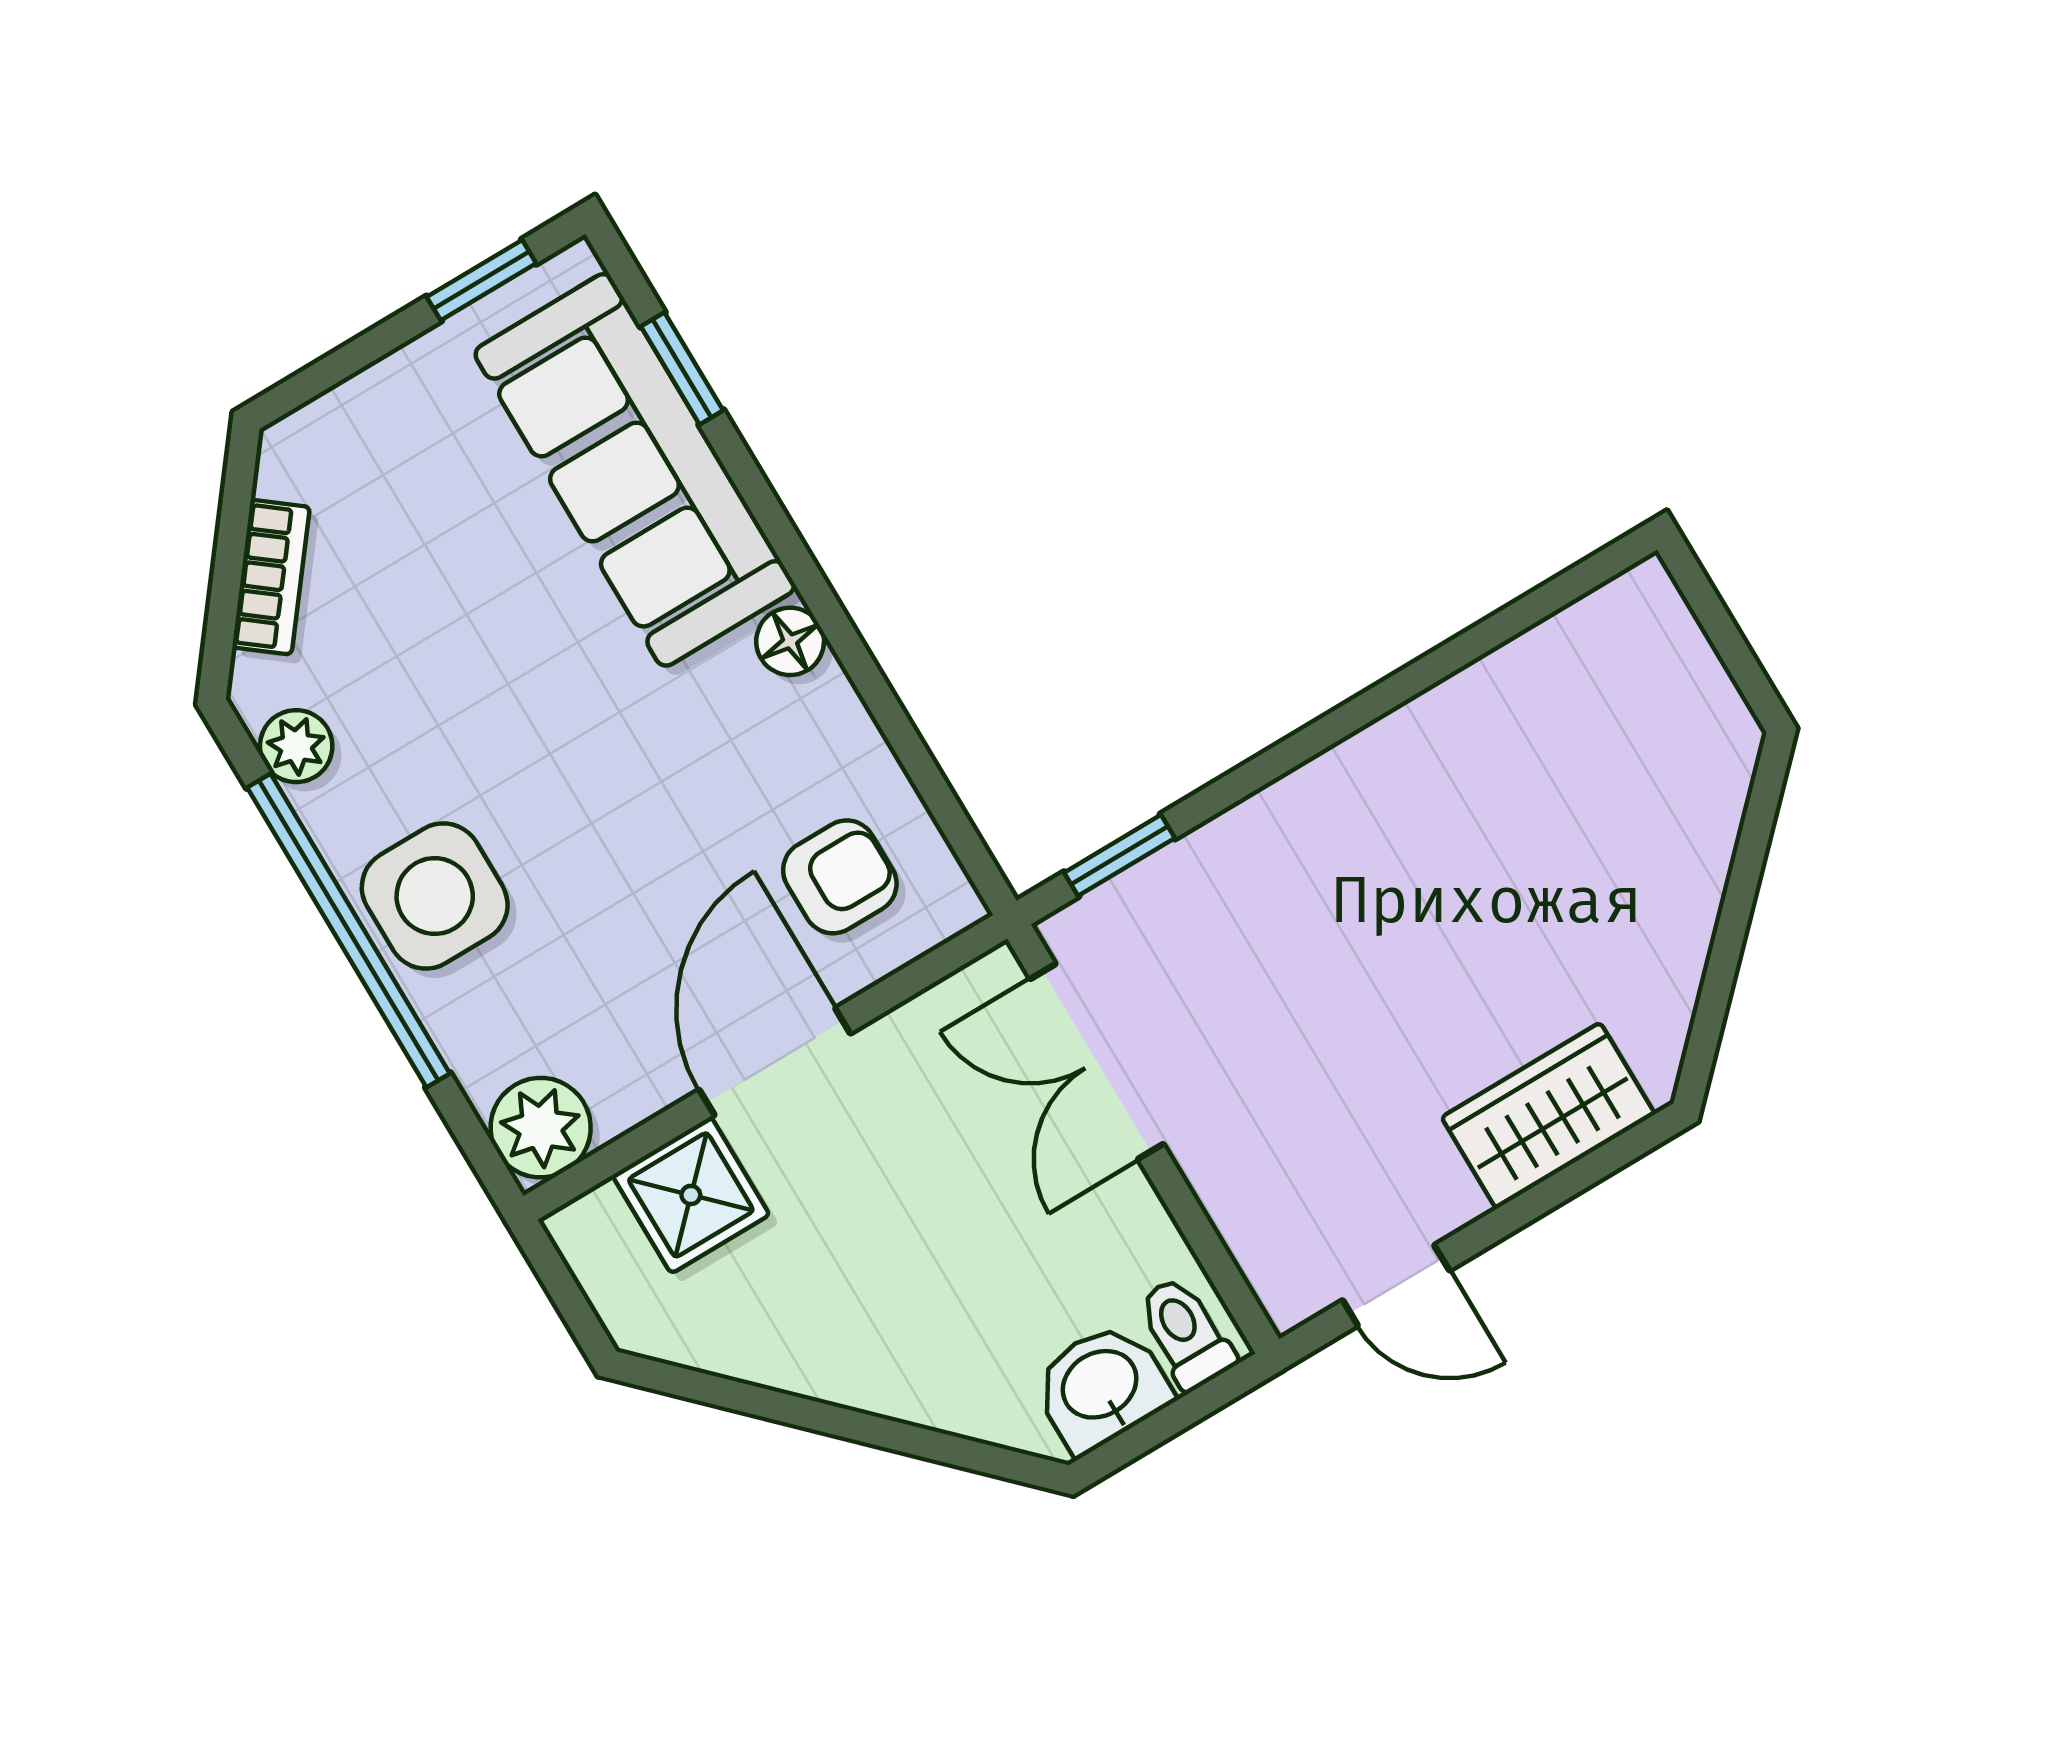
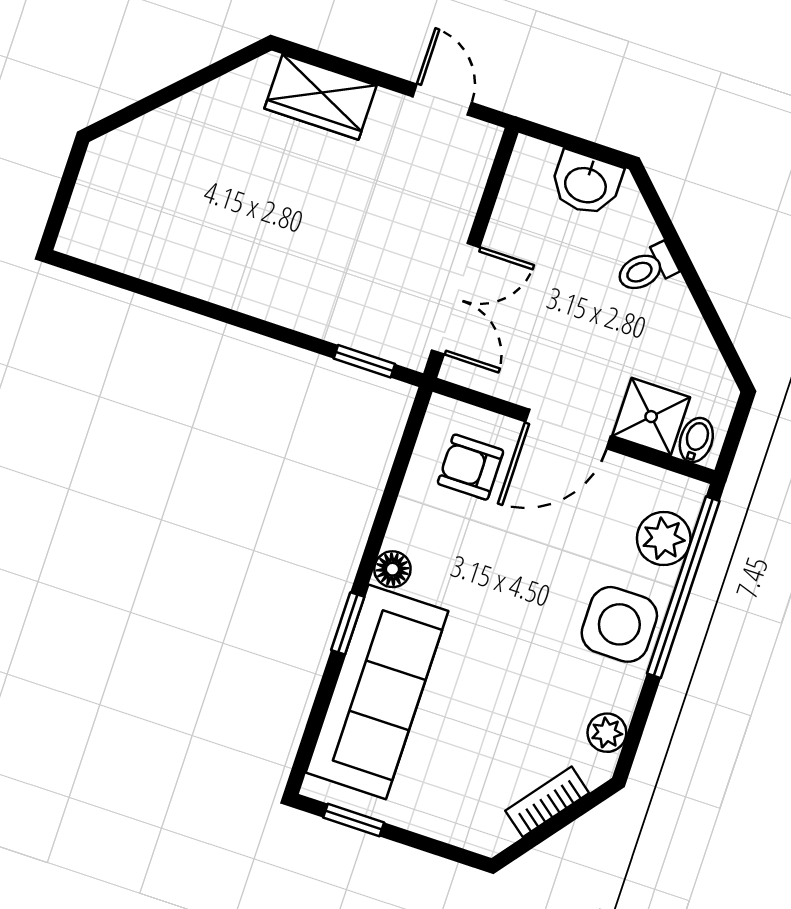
window: (682, 368) -> (348, 623), moved
window: (348, 931) -> (683, 587), moved
plant: (541, 1128) -> (664, 539), moved
bidet: (603, 1230) -> (696, 440), added
toilet: (1186, 1333) -> (647, 269), moved, turned 45

